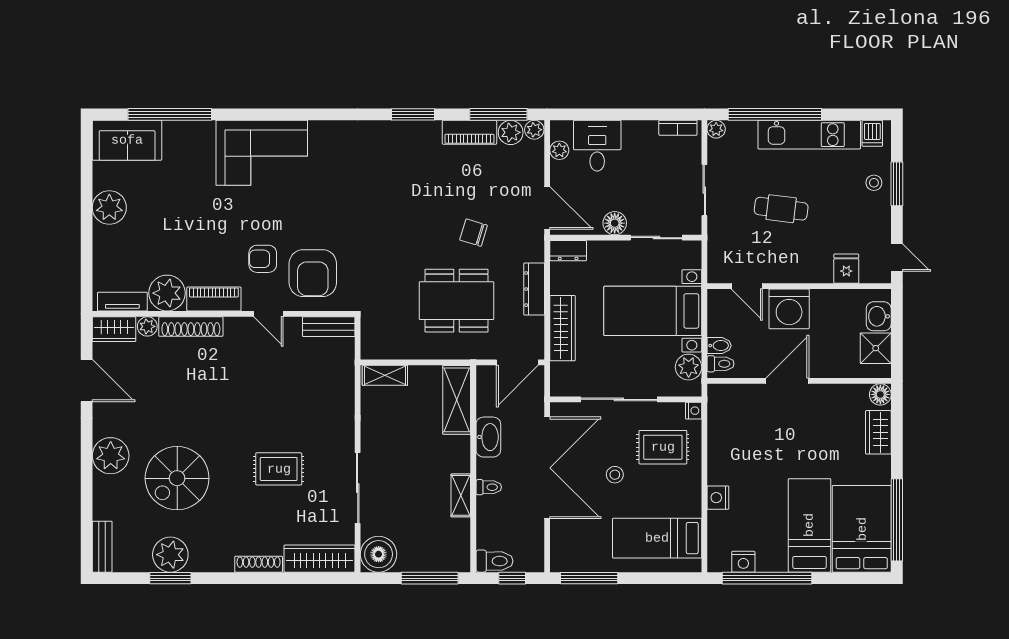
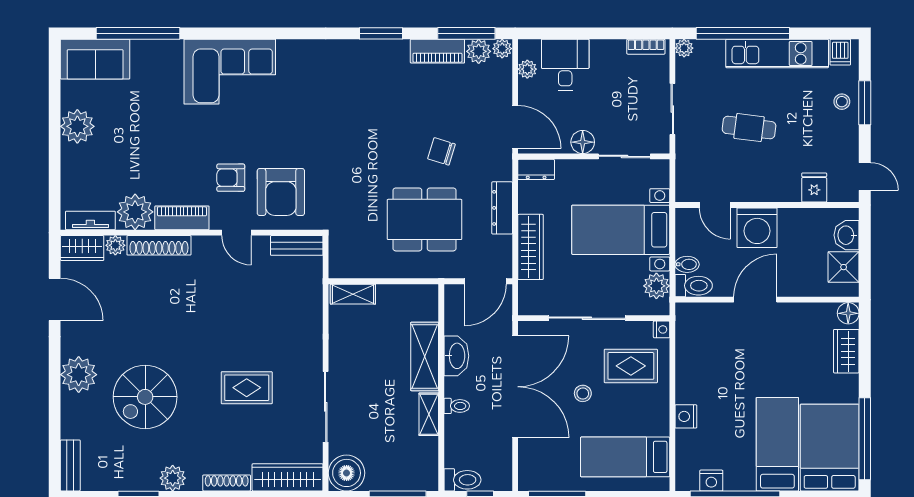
toilet: (721, 364) -> (694, 286), width x1.37, depth x1.39
shelving: (457, 400) -> (425, 356), moved
plant: (170, 555) -> (173, 478), moved, width x0.73, depth x0.73

